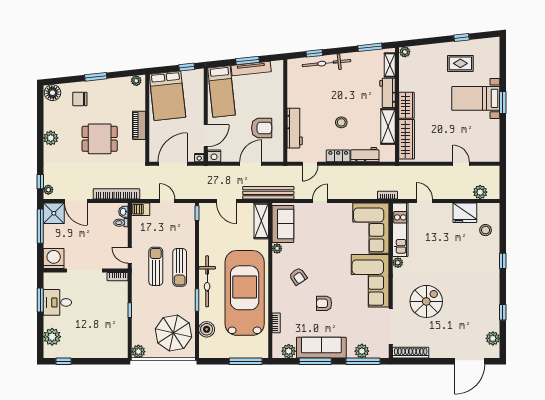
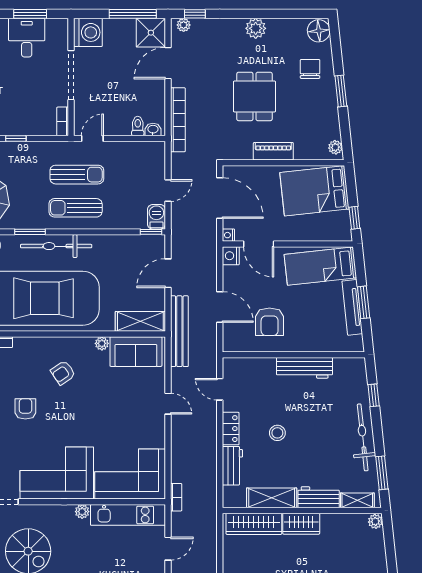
bicycle: (327, 63) -> (363, 437), moved
workbench: (295, 128) -> (304, 368), moved
barbecue: (141, 209) -> (156, 217), moved

